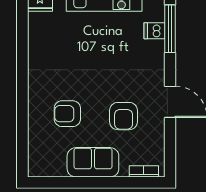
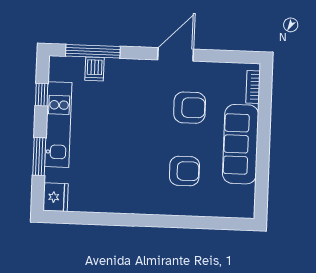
armchair: (67, 114) -> (184, 171), turned -90
sofa: (93, 162) -> (241, 144), width x1.36

